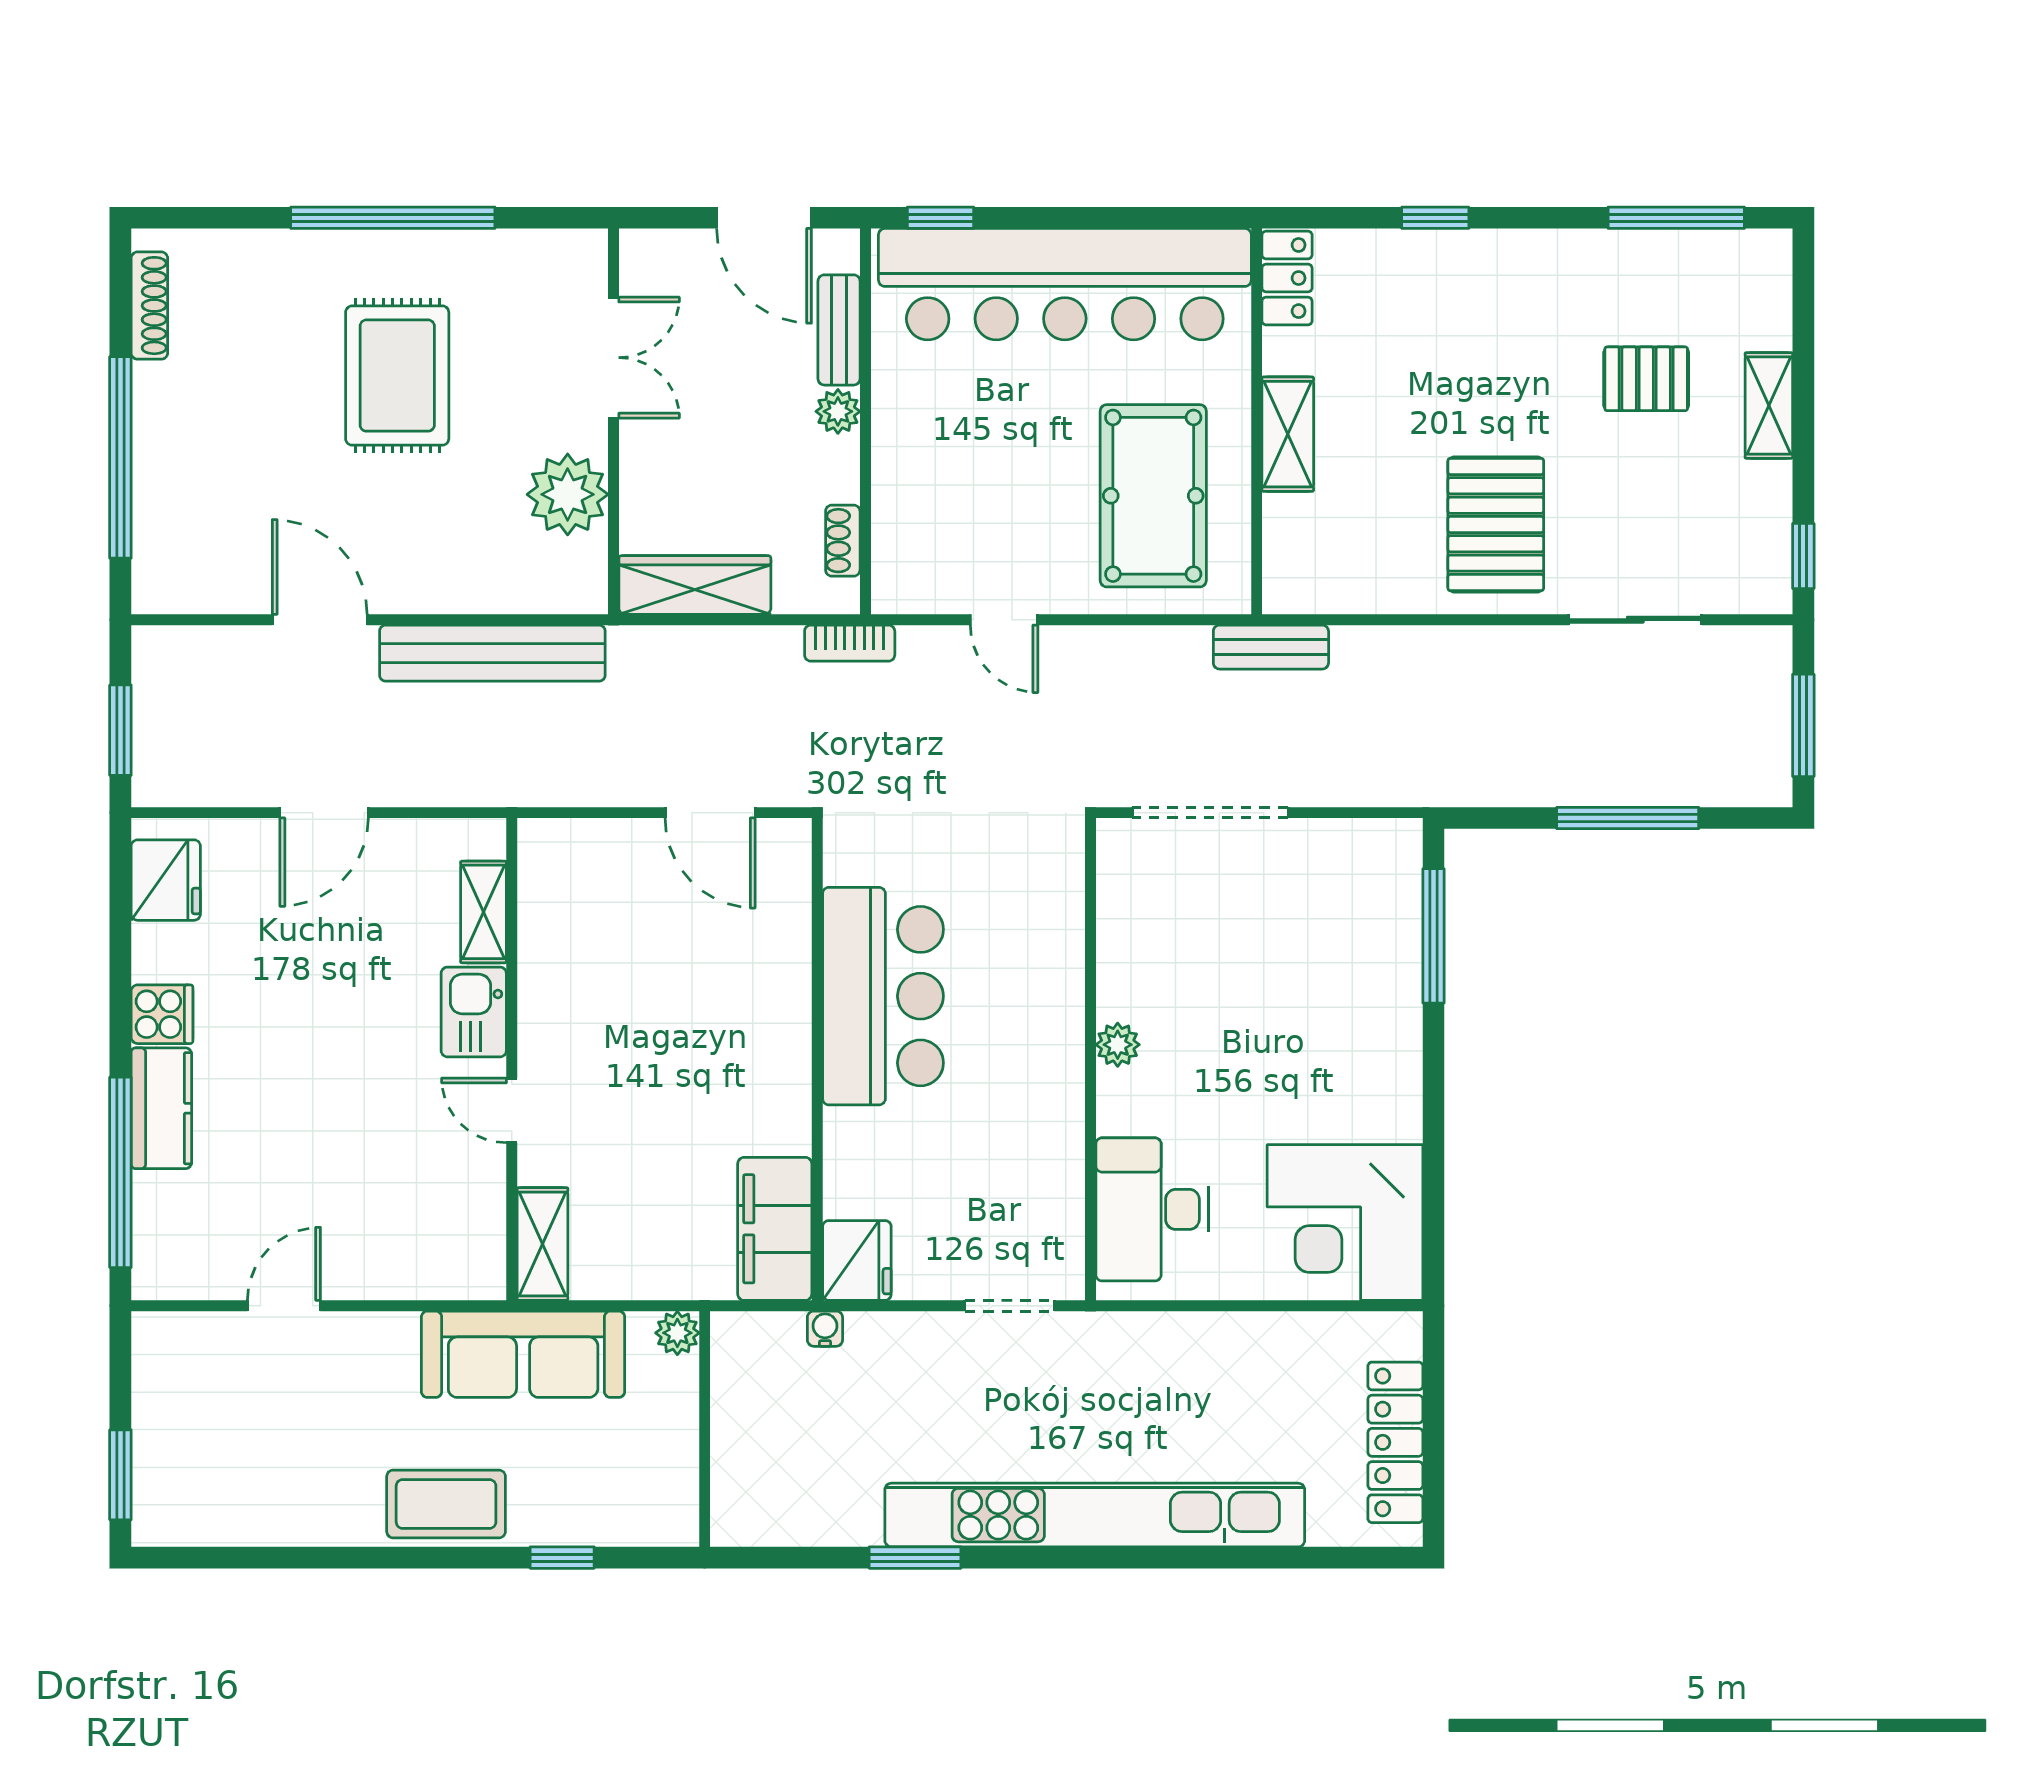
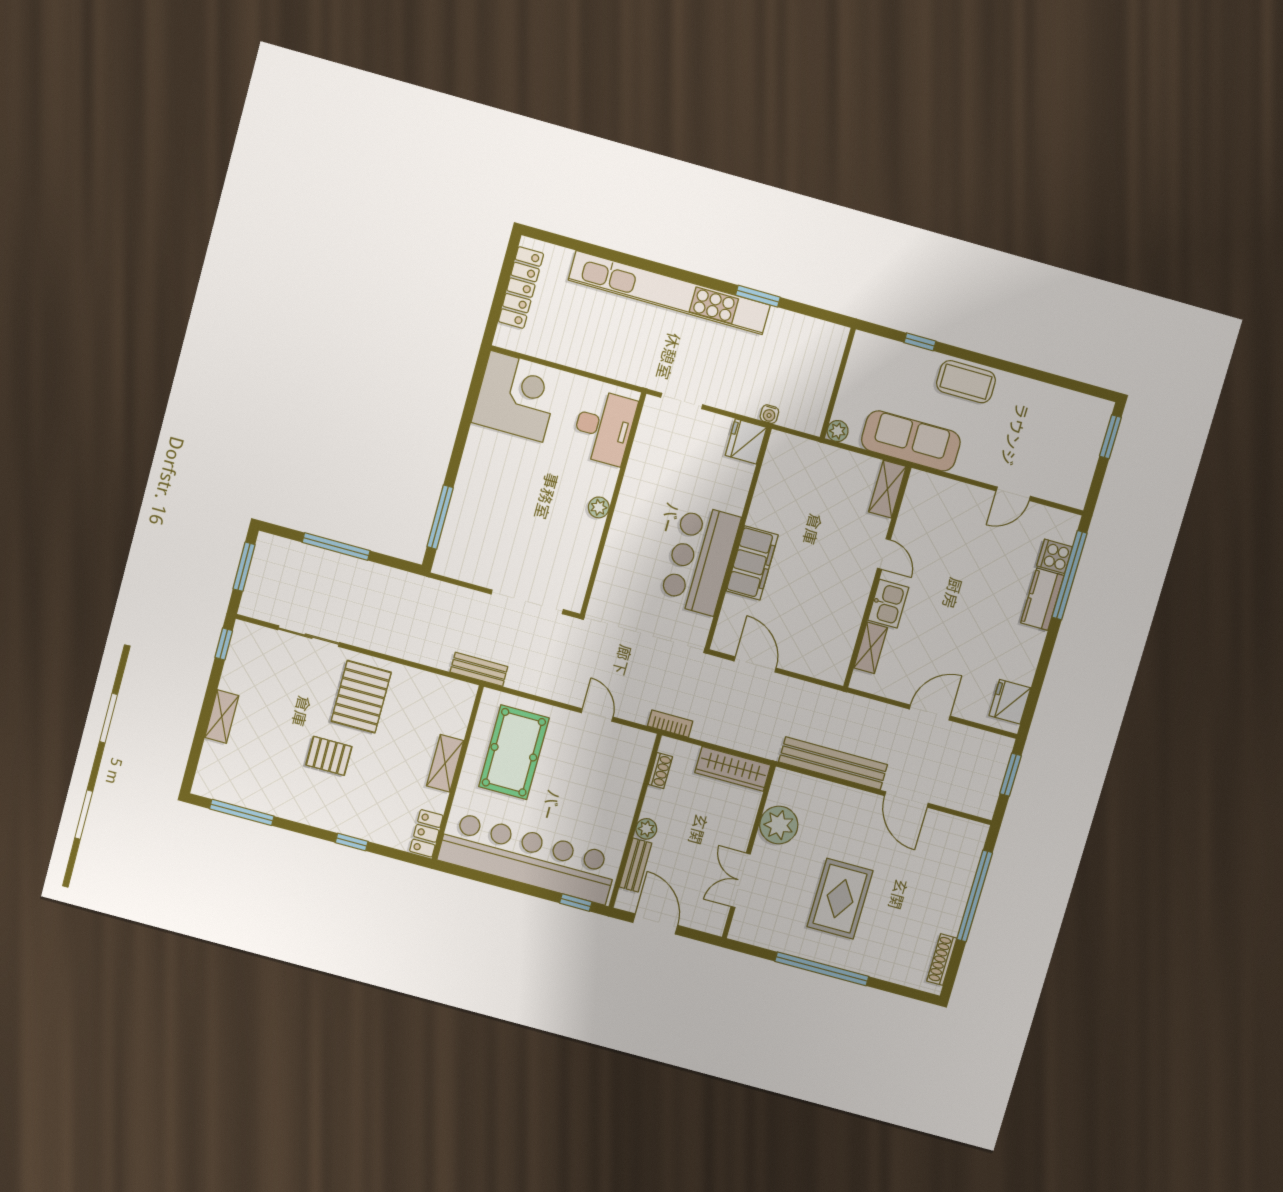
pallet: (1646, 379) -> (329, 756), moved
cooker: (162, 1014) -> (1055, 556), moved
filing cabinet: (775, 1229) -> (752, 563), moved

